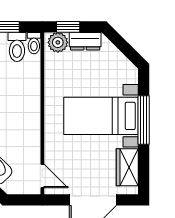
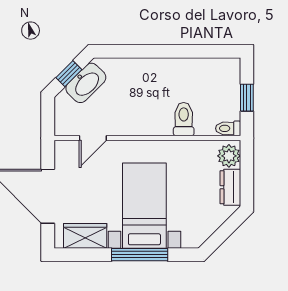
window: (68, 27) -> (247, 168), removed
toilet: (17, 47) -> (184, 119), moved, turned 90
door: (42, 176) -> (93, 138), moved

